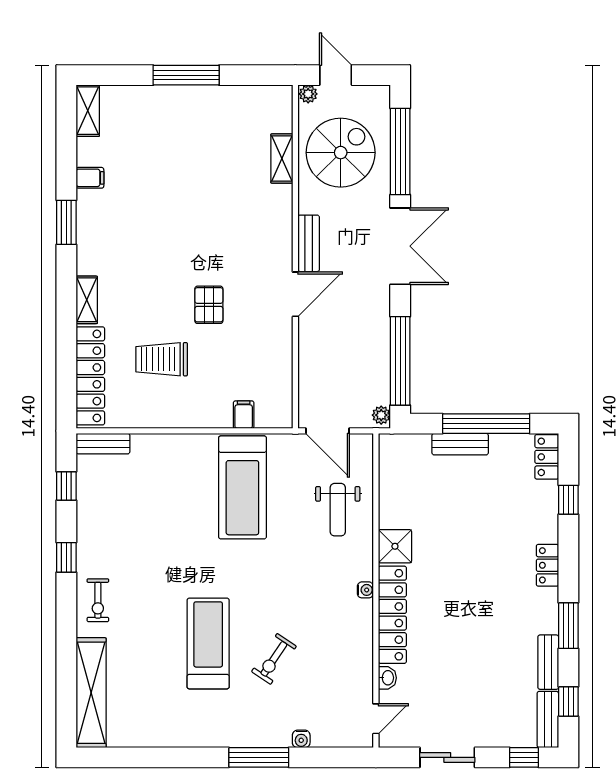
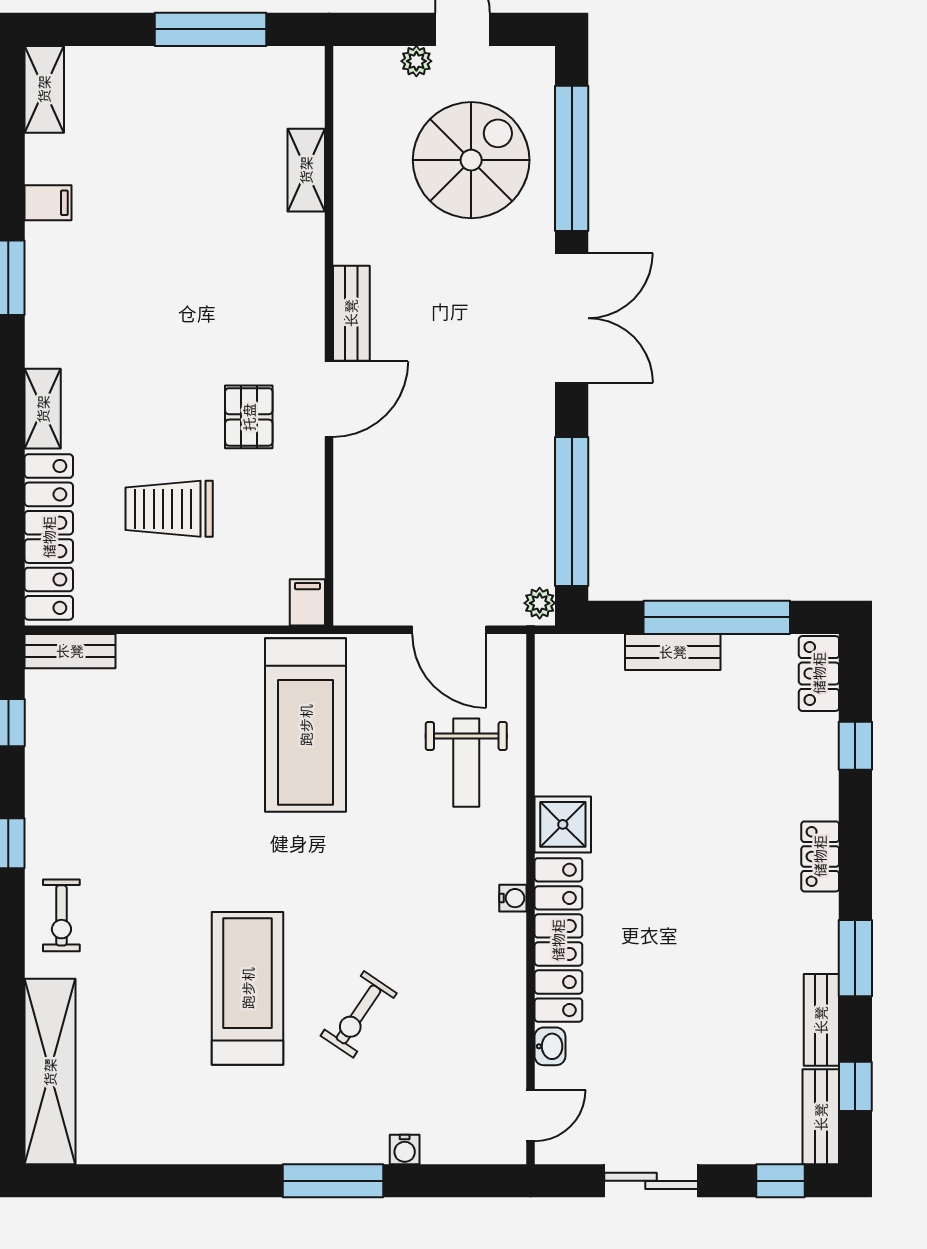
shelving: (282, 159) -> (306, 170), moved
bench: (309, 243) -> (351, 313), moved
wall: (295, 257) -> (329, 336), moved
door: (295, 294) -> (329, 399), moved

